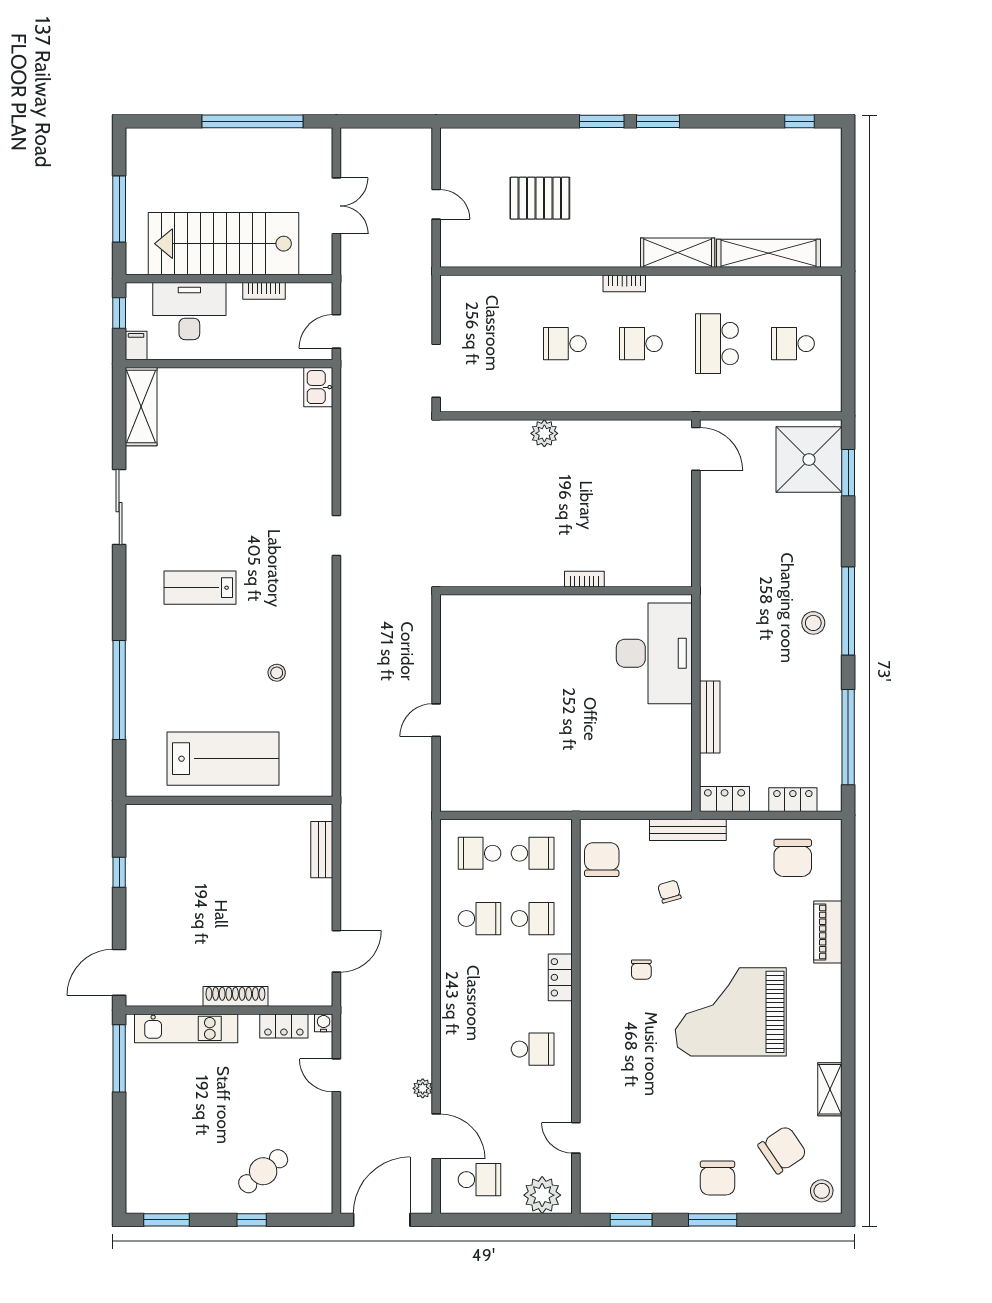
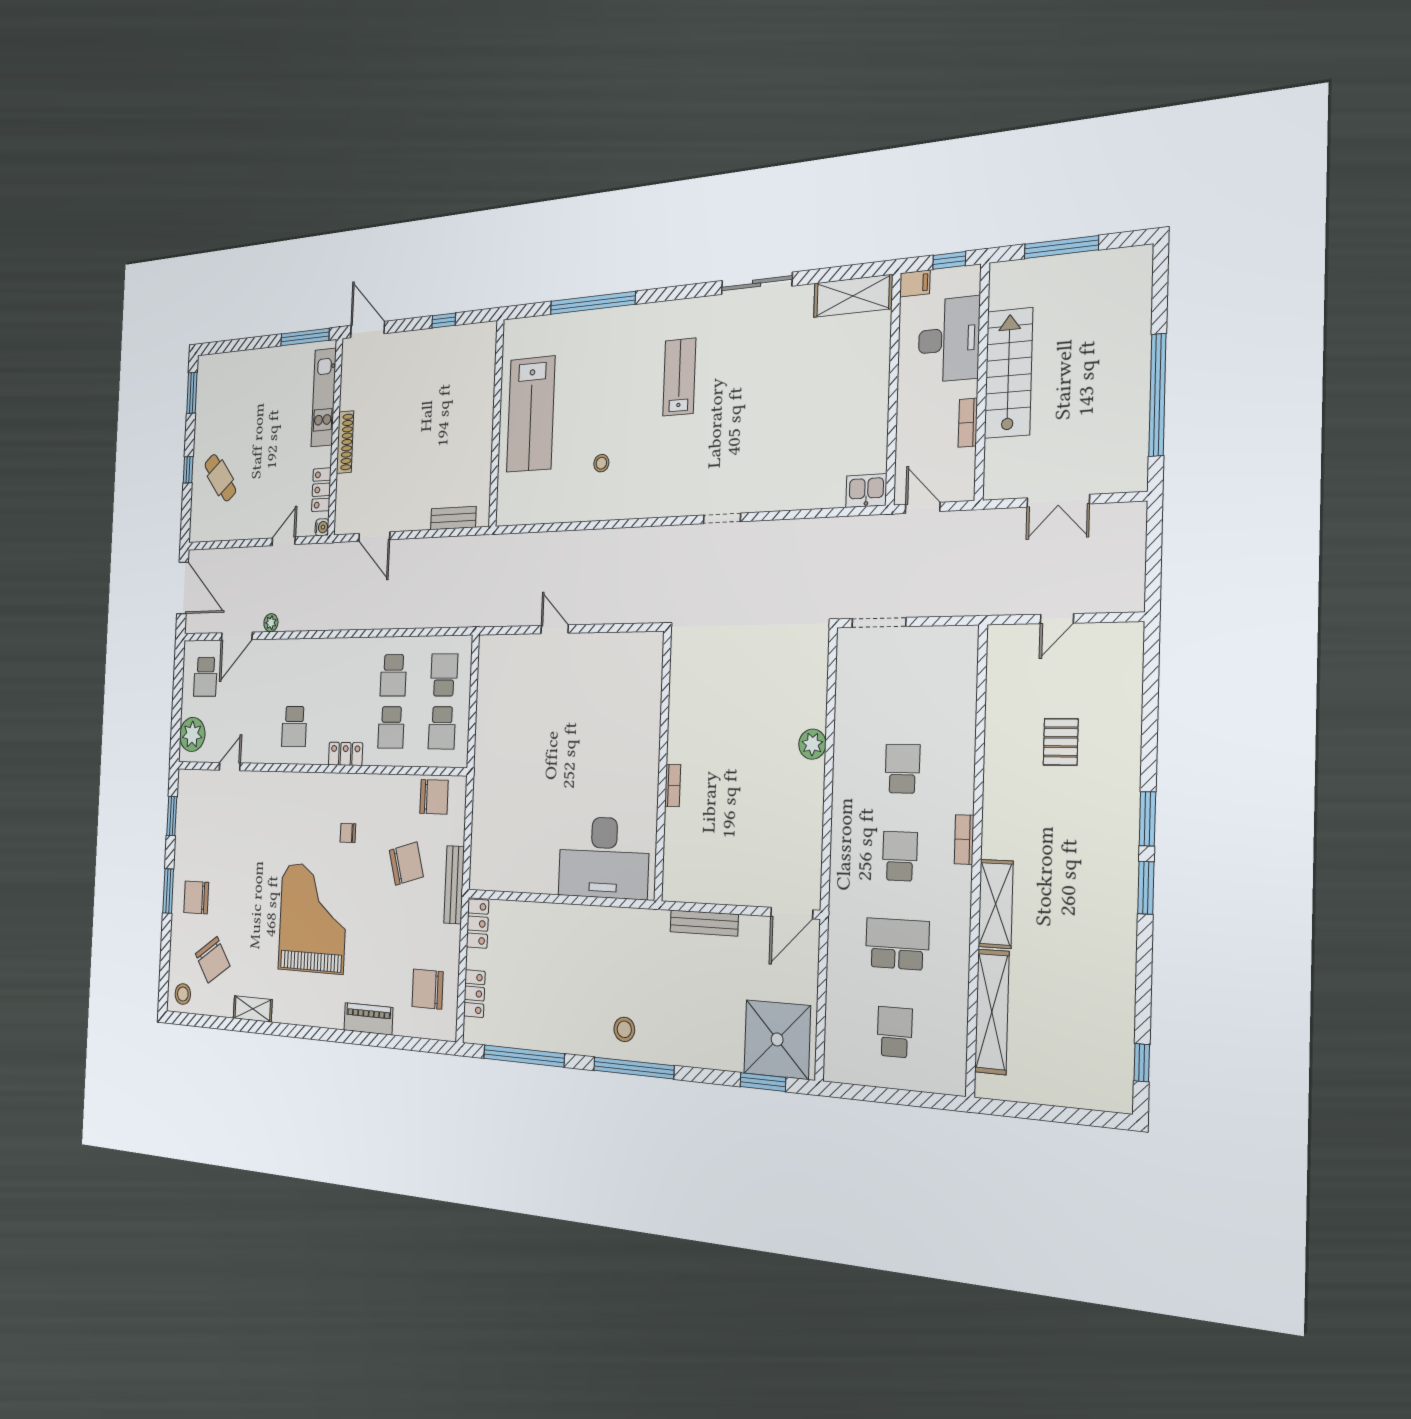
pallet: (540, 198) -> (1061, 742), width x0.67, depth x0.71
stairs: (223, 244) -> (1009, 373), width x0.73, depth x0.66
bench: (710, 717) -> (704, 923), moved
chair: (669, 892) -> (406, 864), width x1.87, depth x1.87

